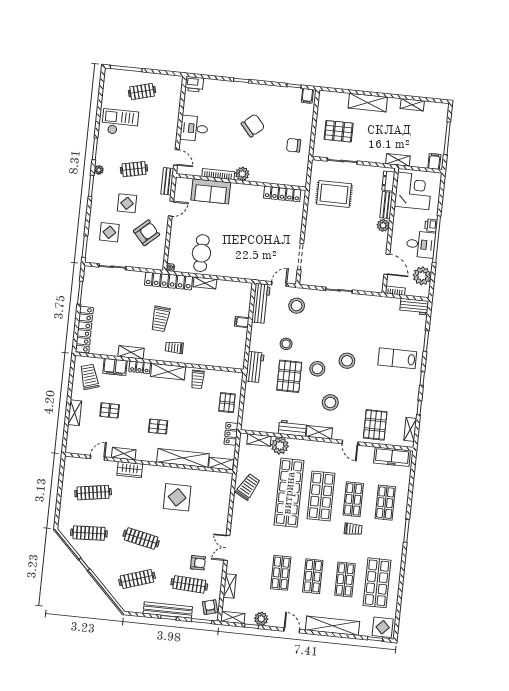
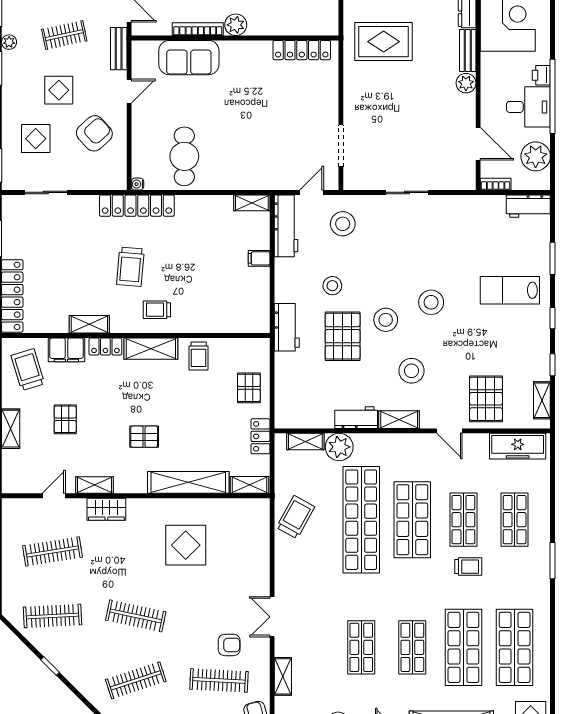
shelving: (205, 283) -> (252, 203), moved
pallet: (110, 410) -> (65, 419), turned 90
shop shelf: (345, 579) -> (463, 647), width x1.43, depth x1.36

